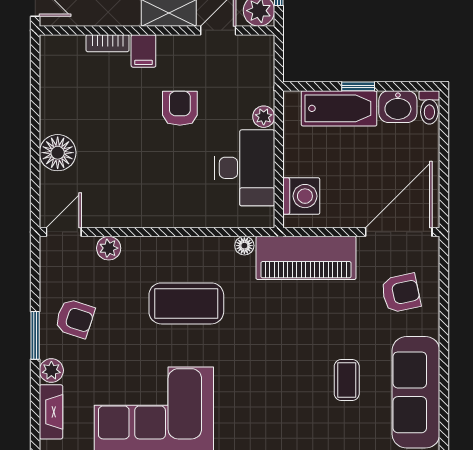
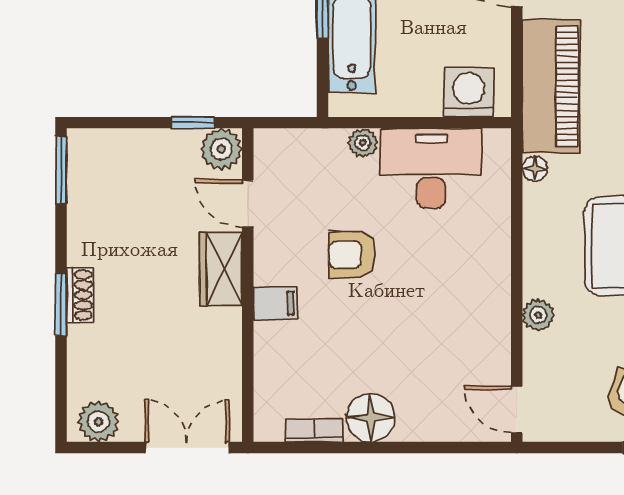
bookcase: (108, 43) -> (315, 431), moved, turned -90
floor lamp: (58, 153) -> (370, 418), moved
plant: (109, 248) -> (538, 315), moved

